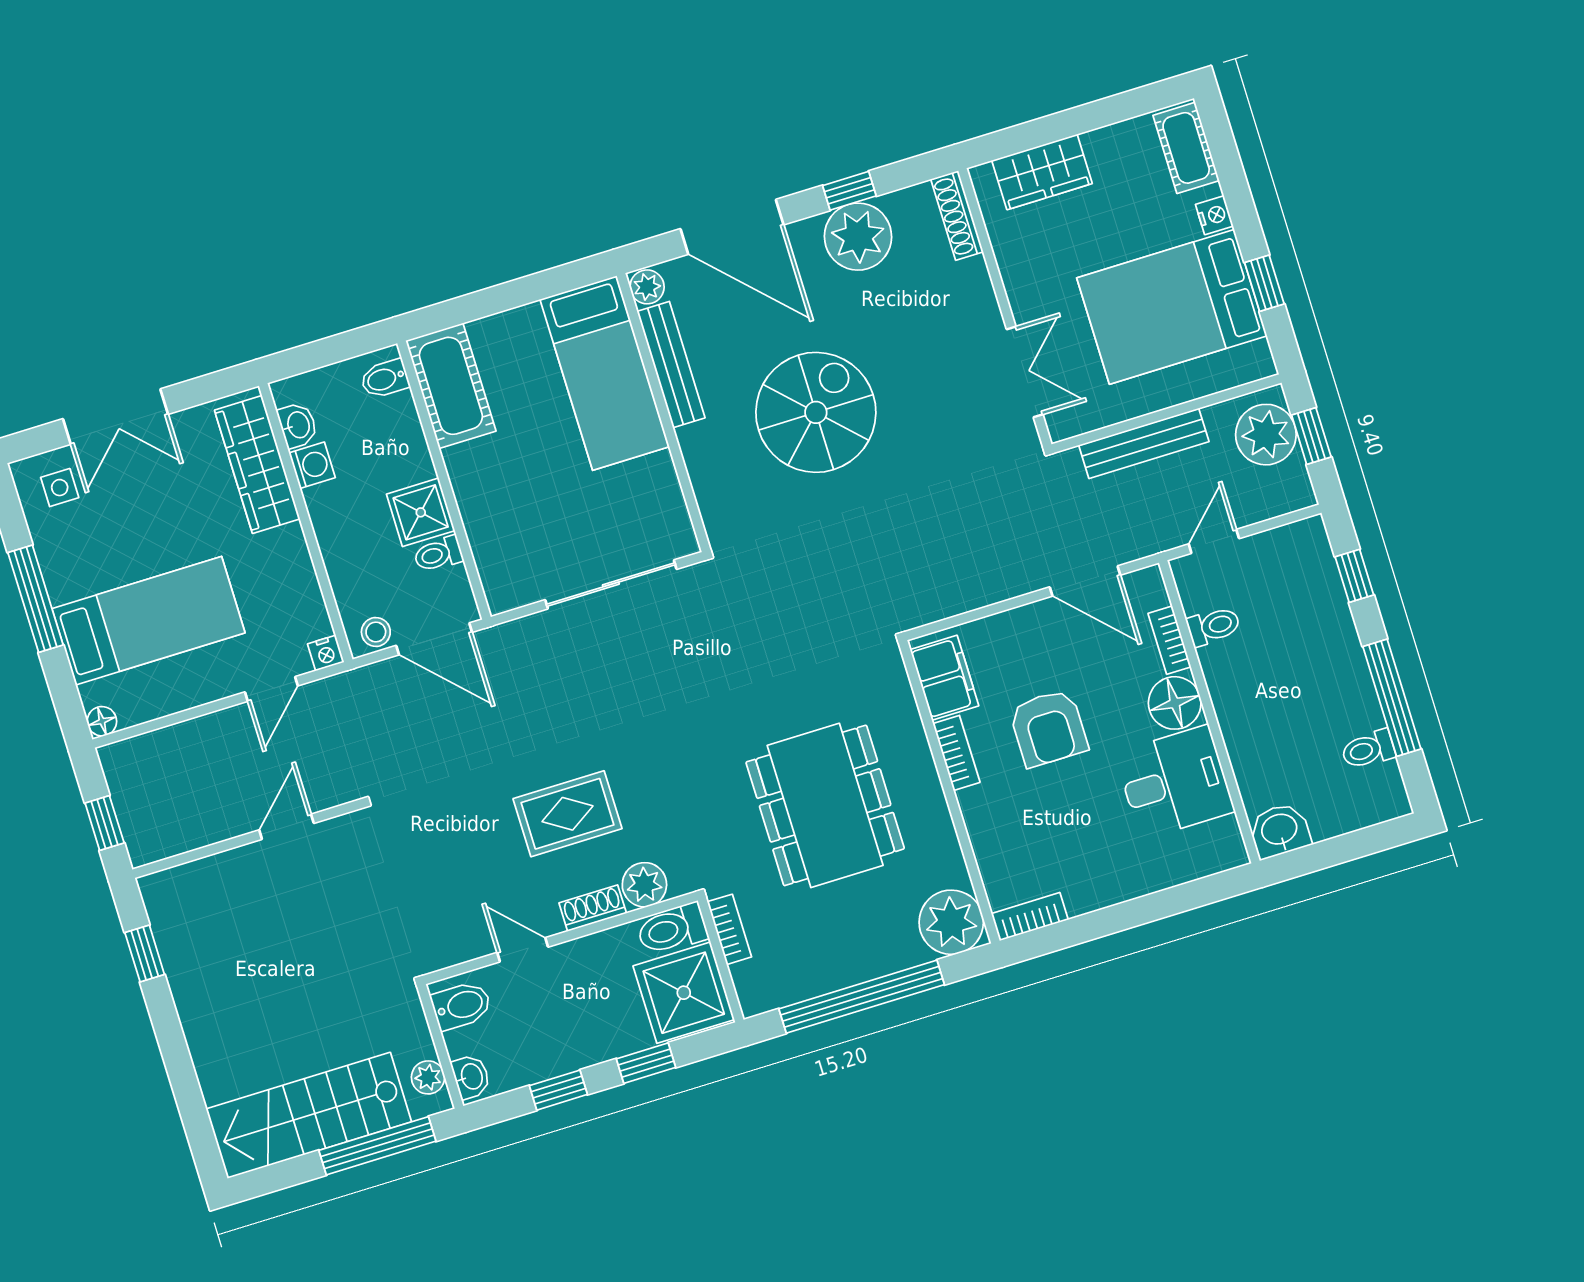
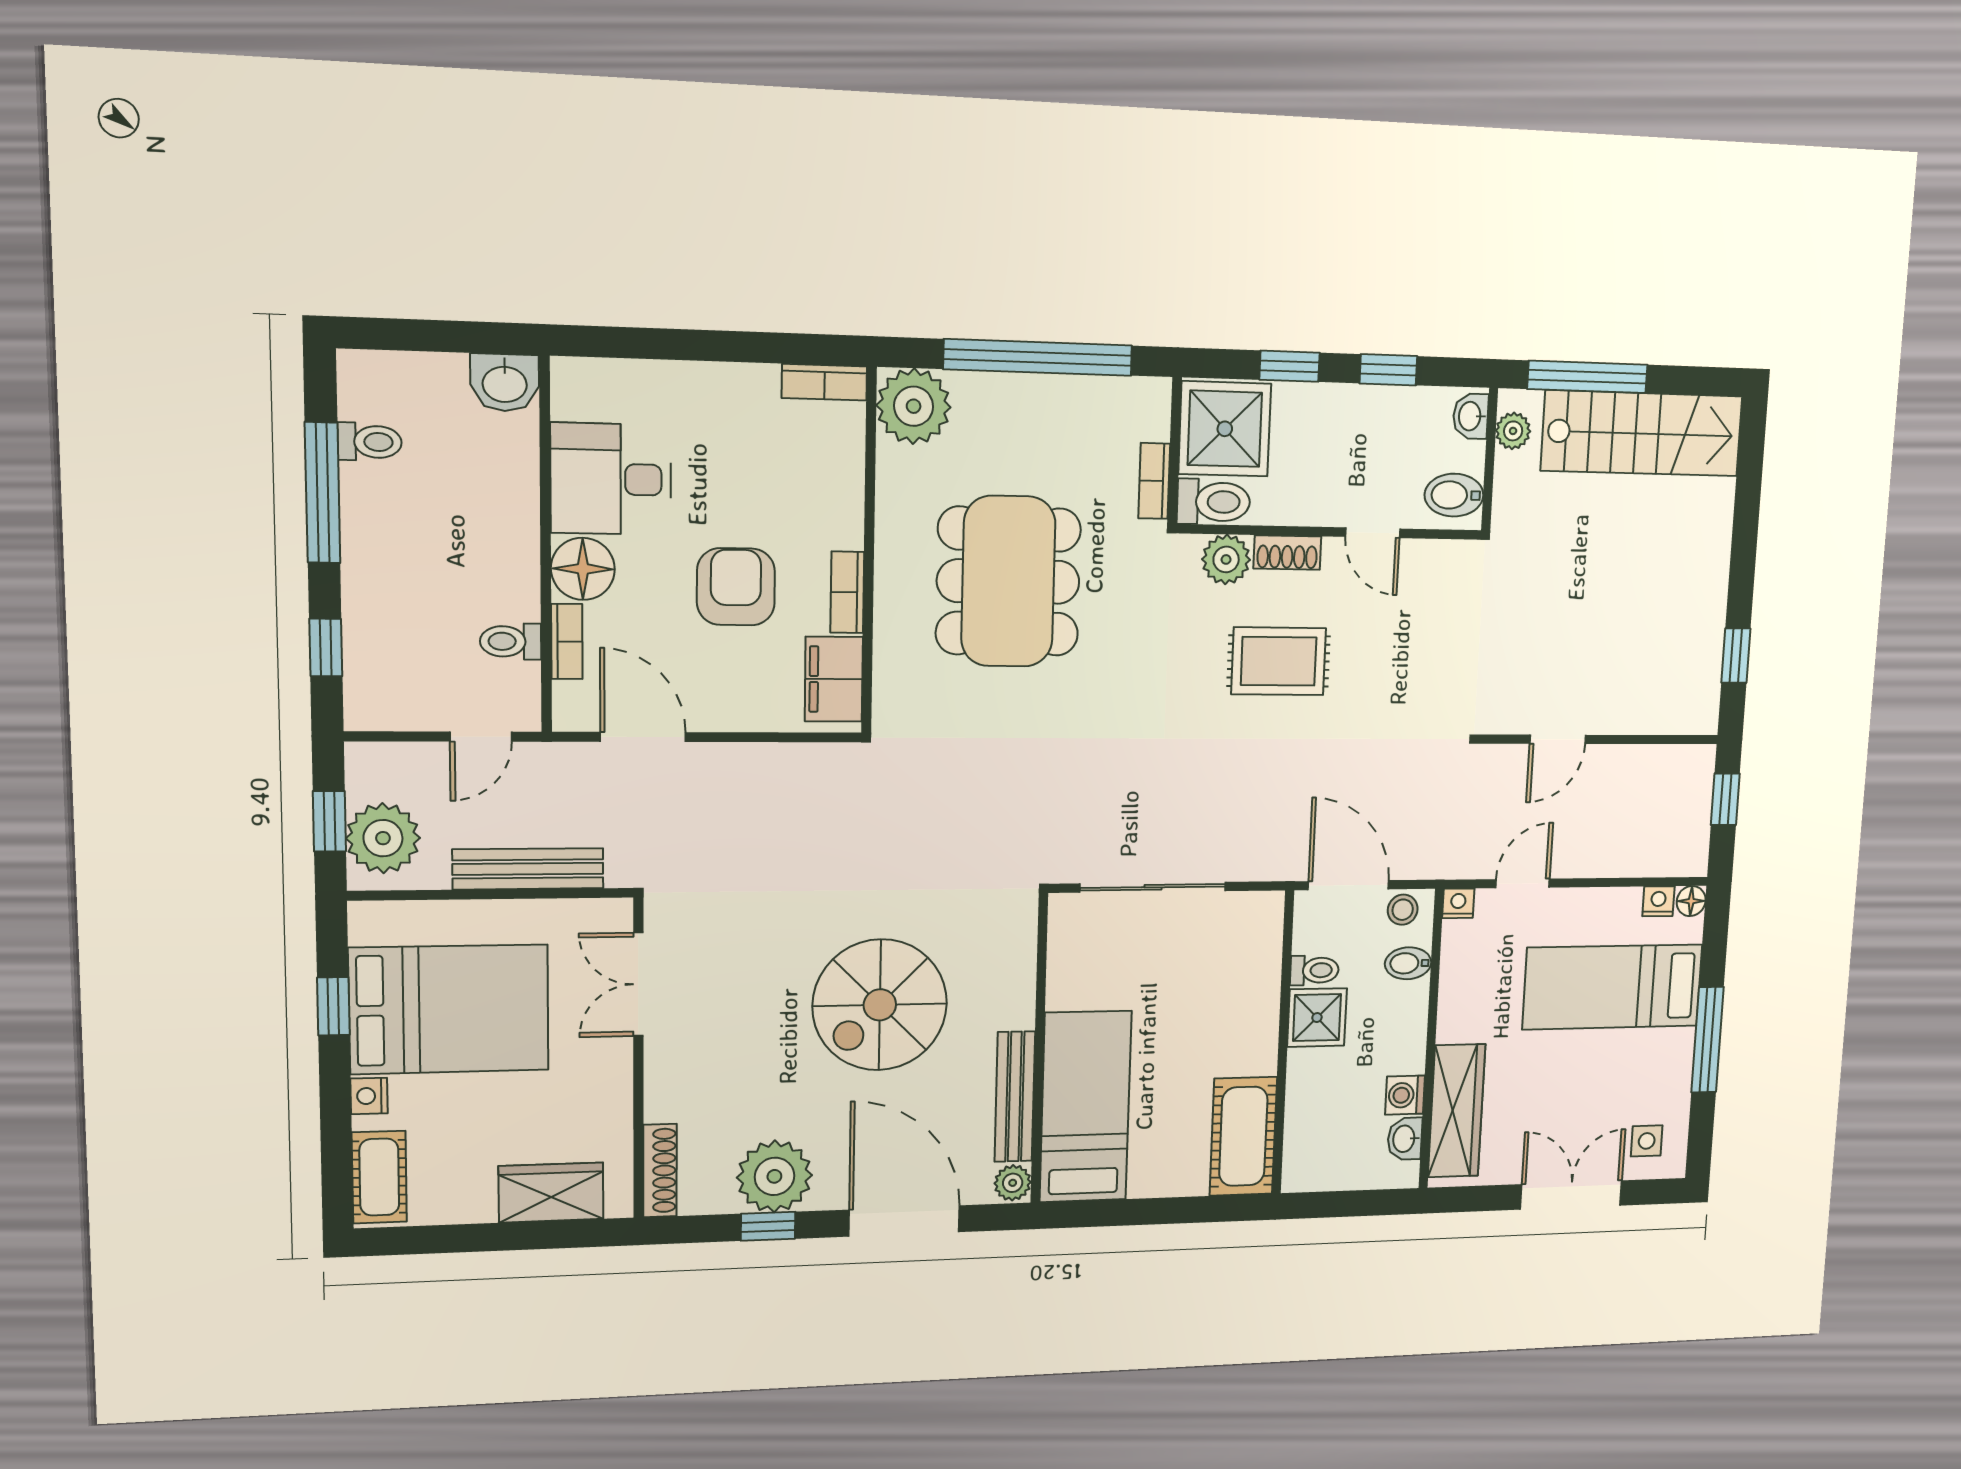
bidet: (385, 379) -> (1408, 963), moved, turned 180
nightstand: (134, 712) -> (1658, 901), added

